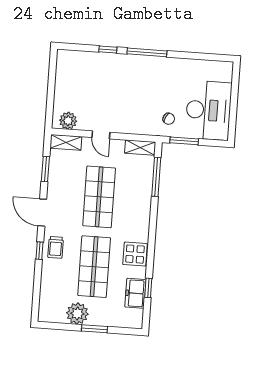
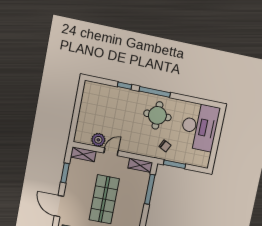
round table: (154, 81) -> (157, 115), added
desk: (208, 110) -> (200, 127), moved
plant: (68, 121) -> (98, 140), moved
door: (101, 135) -> (111, 152), swing flipped

